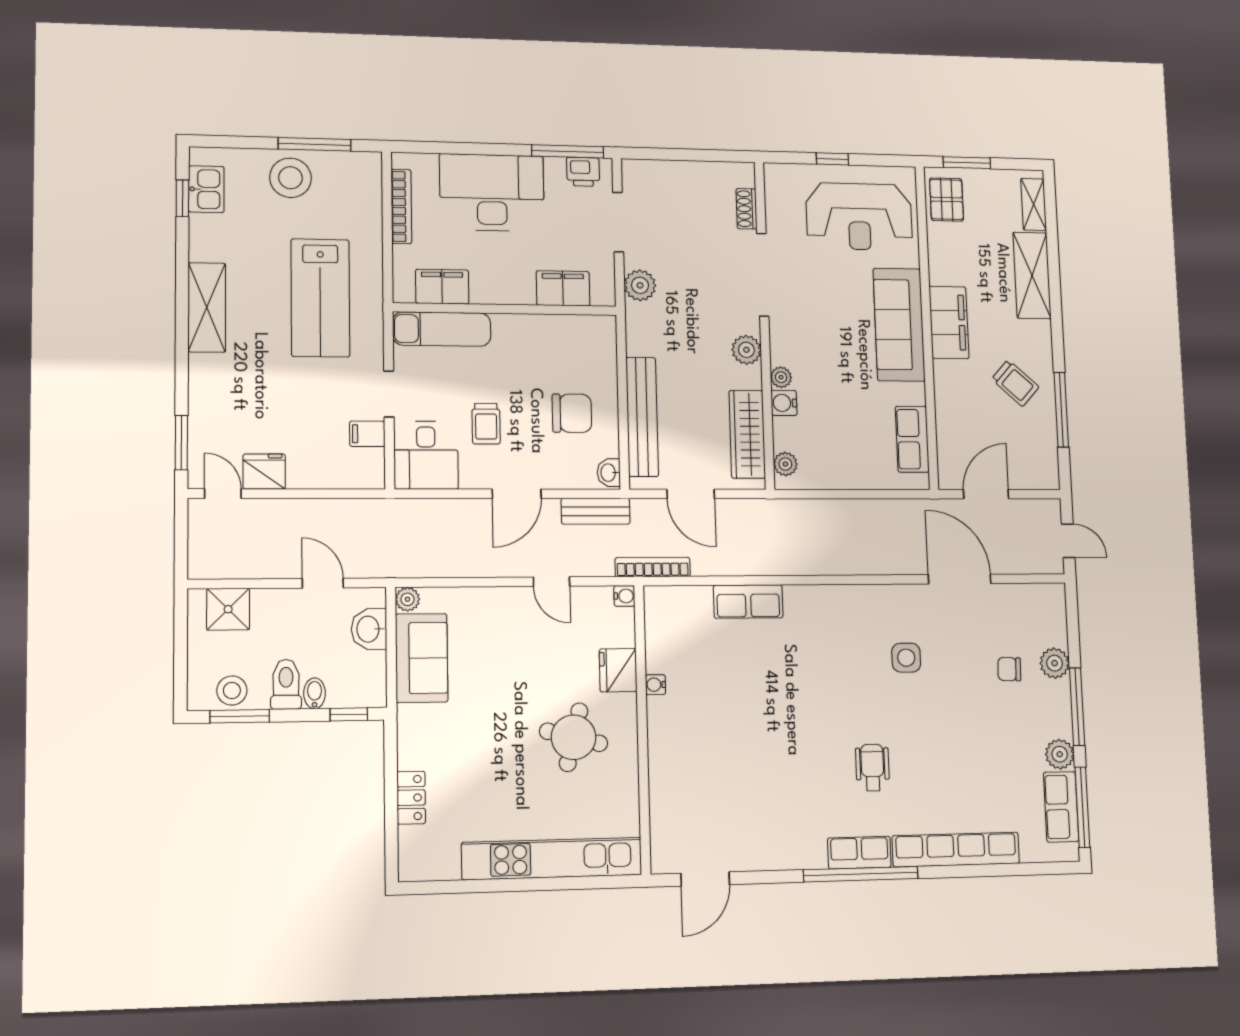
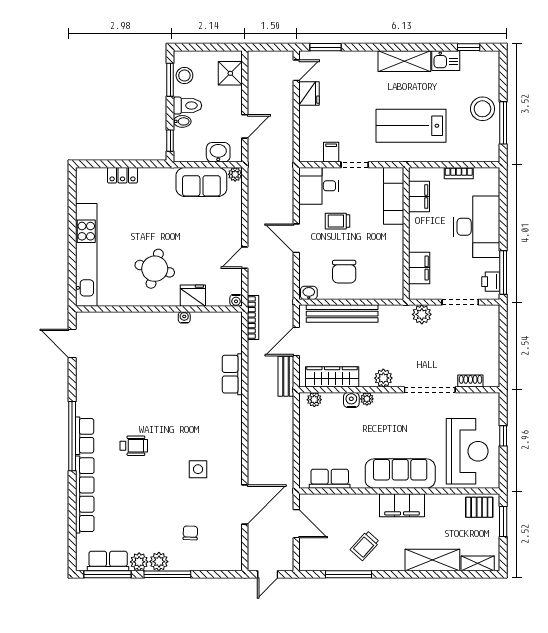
kitchen sink: (206, 189) -> (446, 61), moved
bookcase: (401, 207) -> (459, 173), width x0.64
reception desk: (859, 217) -> (467, 451), turned 180
bench: (596, 511) -> (286, 376), moved
plant: (1055, 663) -> (159, 562), moved

